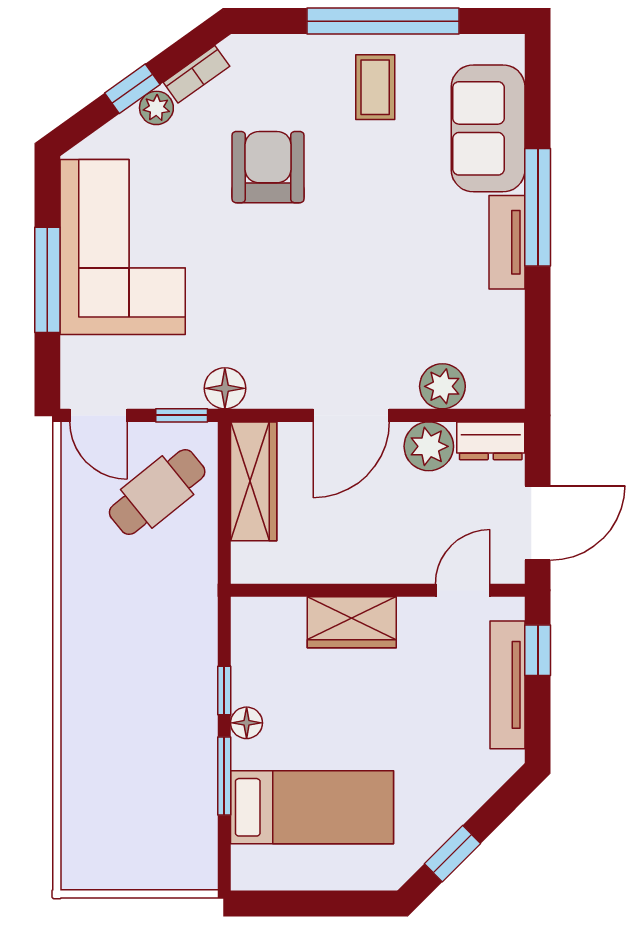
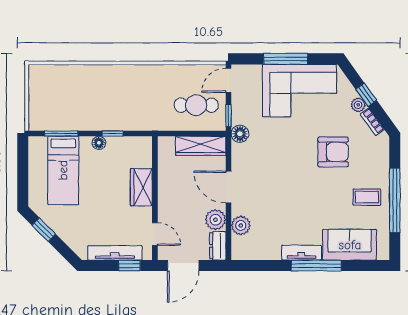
cafe table: (157, 492) -> (196, 105), turned -51
door: (538, 523) -> (183, 266), hinge flipped
window: (224, 776) -> (61, 133), moved

